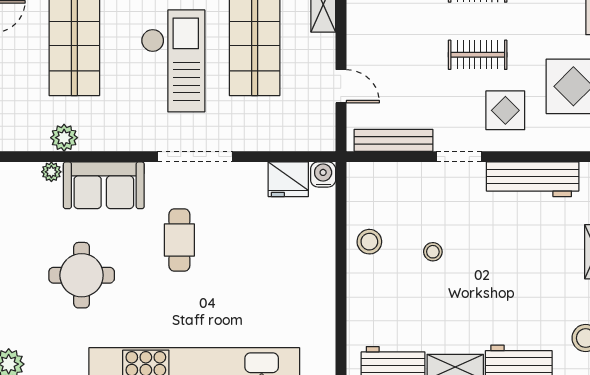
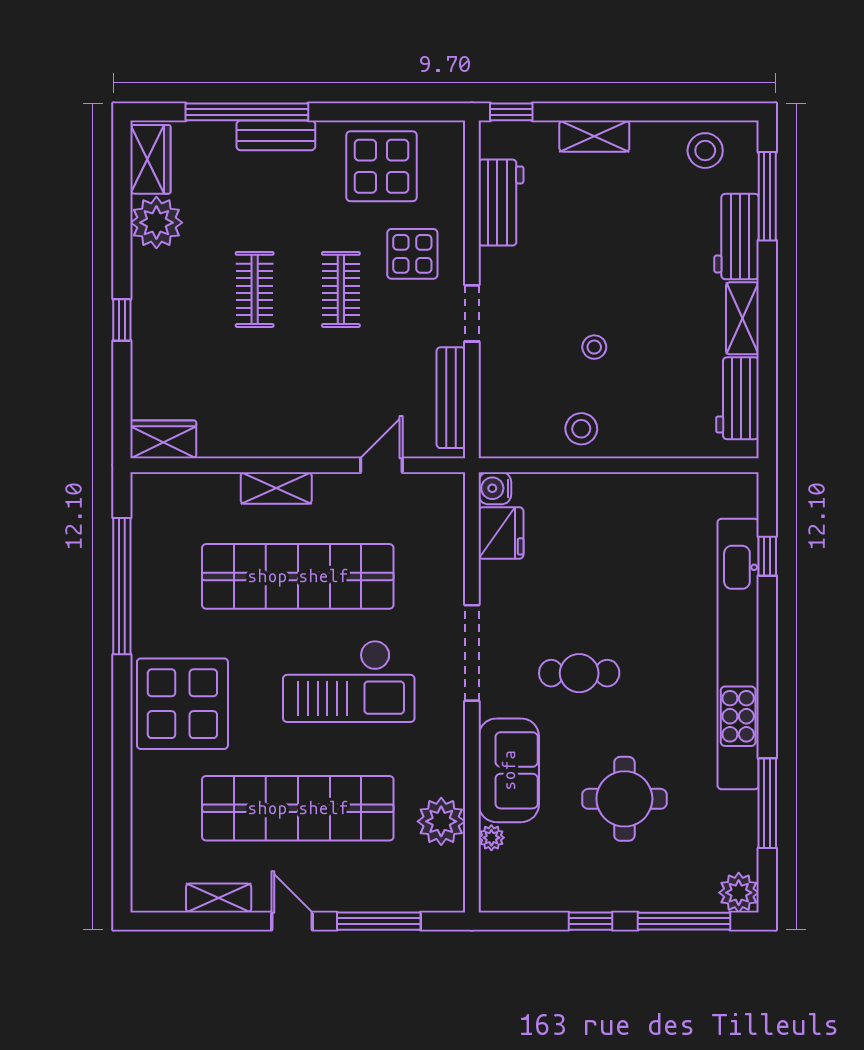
checkout: (173, 61) -> (349, 681), turned 180
plant: (64, 138) -> (441, 821), width x1.36, depth x1.36
workbench: (533, 179) -> (501, 203), width x0.73

